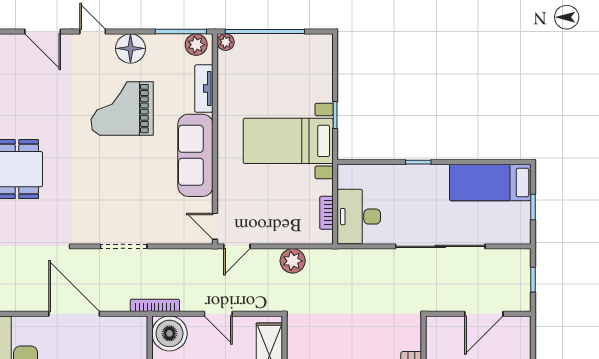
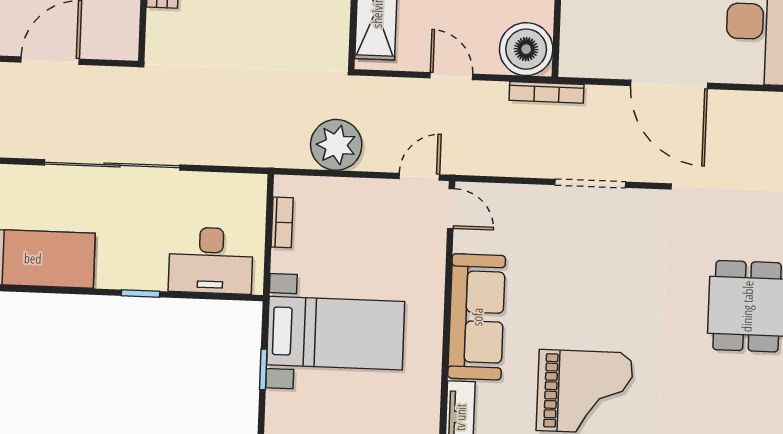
desk: (359, 217) -> (211, 260), moved, turned 90
plant: (293, 261) -> (336, 145), width x1.36, depth x1.36

